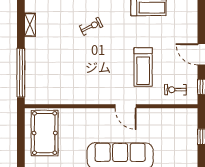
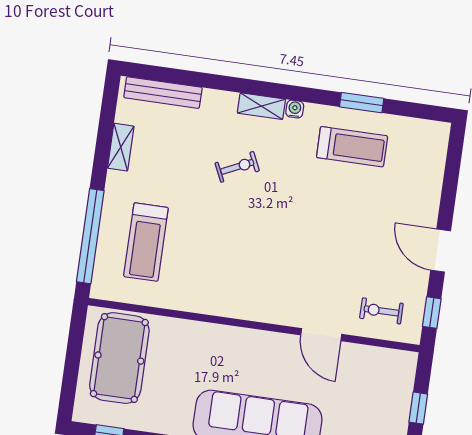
treadmill: (143, 67) -> (146, 242), moved
door: (126, 106) -> (321, 335), moved

